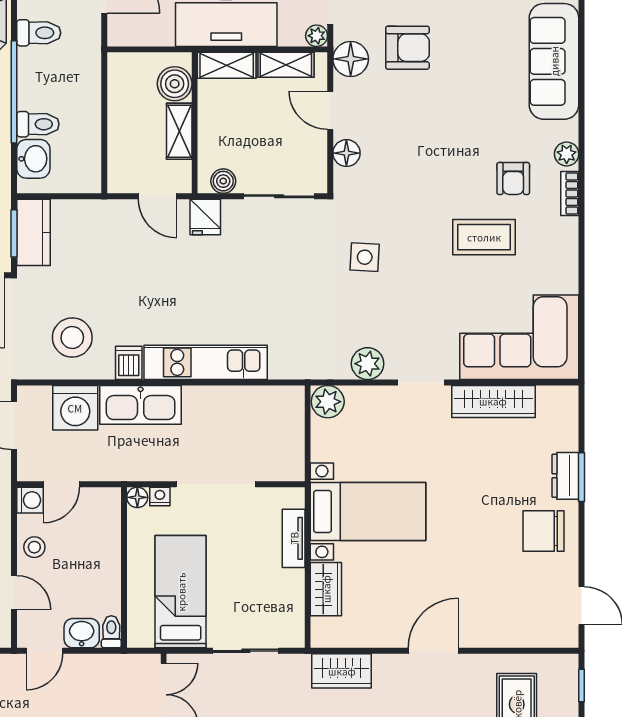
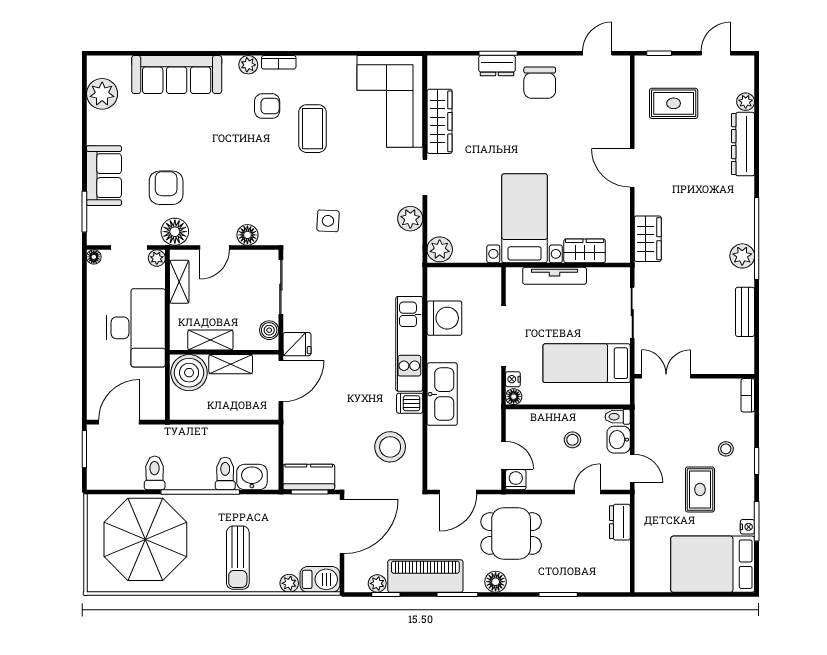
shelving: (227, 65) -> (210, 340), moved, turned 90
boiler: (175, 84) -> (189, 373), width x1.37, depth x1.37
door: (157, 196) -> (281, 381), width x1.38
washing machine: (75, 408) -> (444, 318), moved
tv unit: (294, 538) -> (555, 276), width x1.41
stool: (34, 547) -> (572, 440), moved

